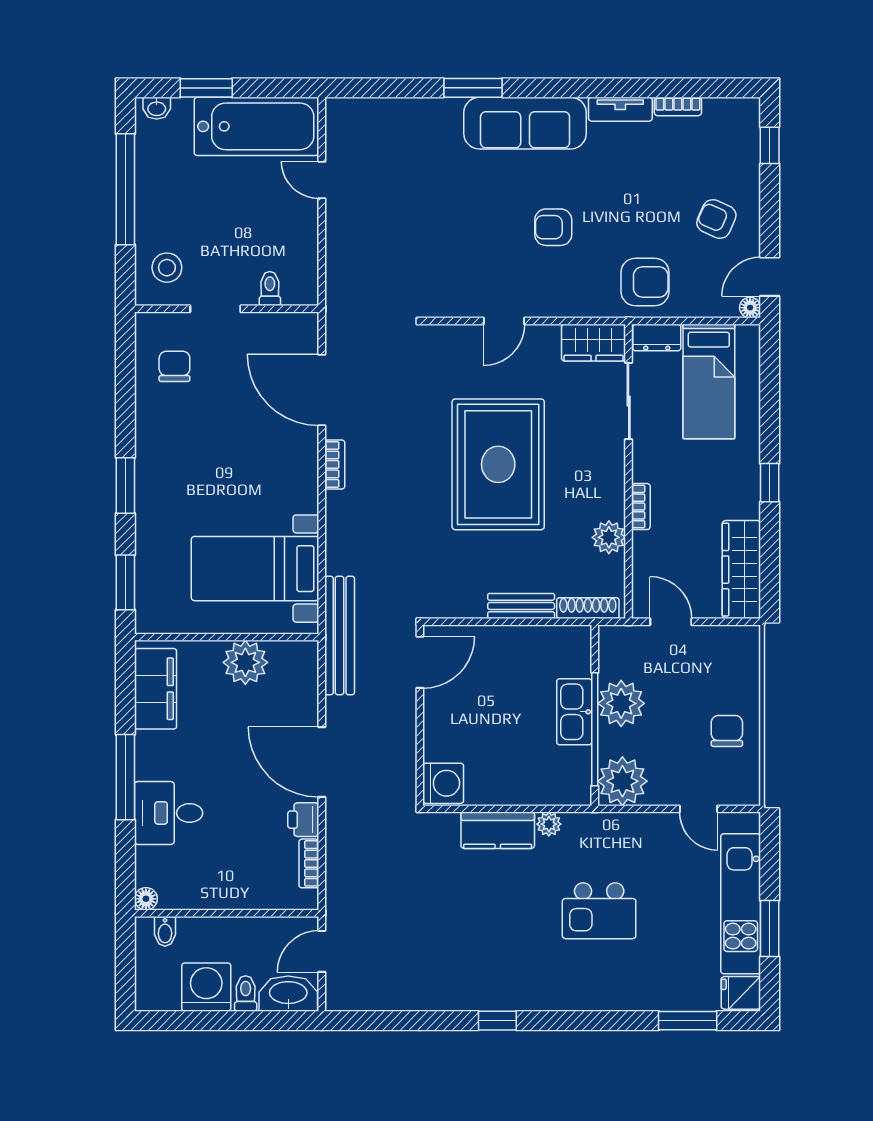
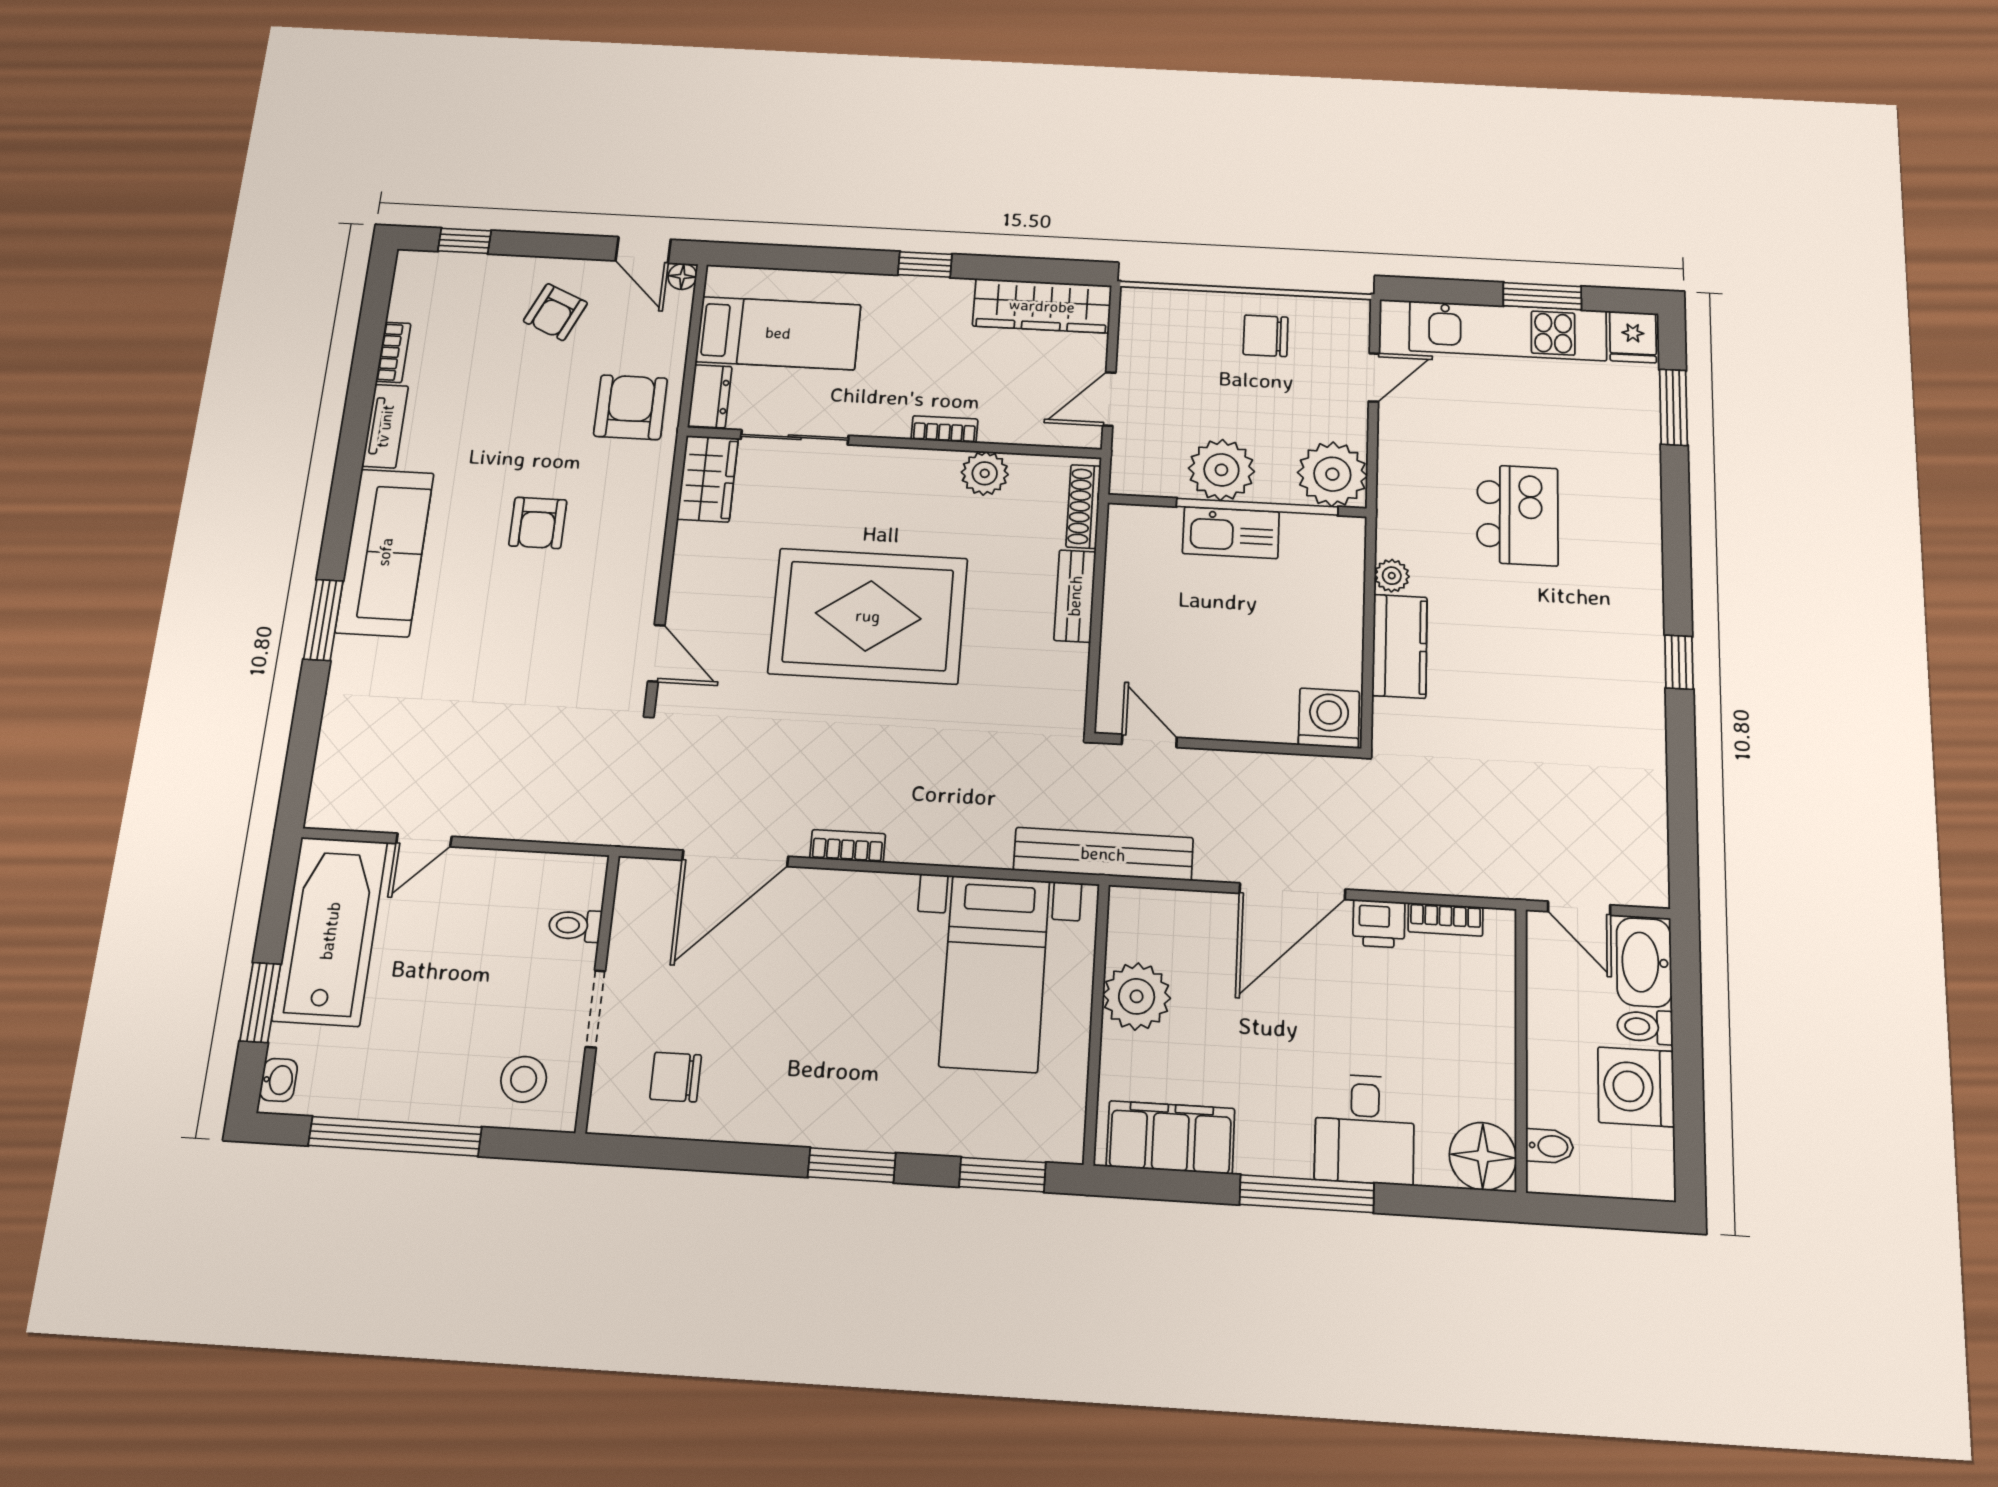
door: (504, 321) -> (656, 653), moved
door: (420, 662) -> (1149, 741), width x0.73
floor lamp: (146, 899) -> (1483, 1156), width x1.89, depth x1.89

